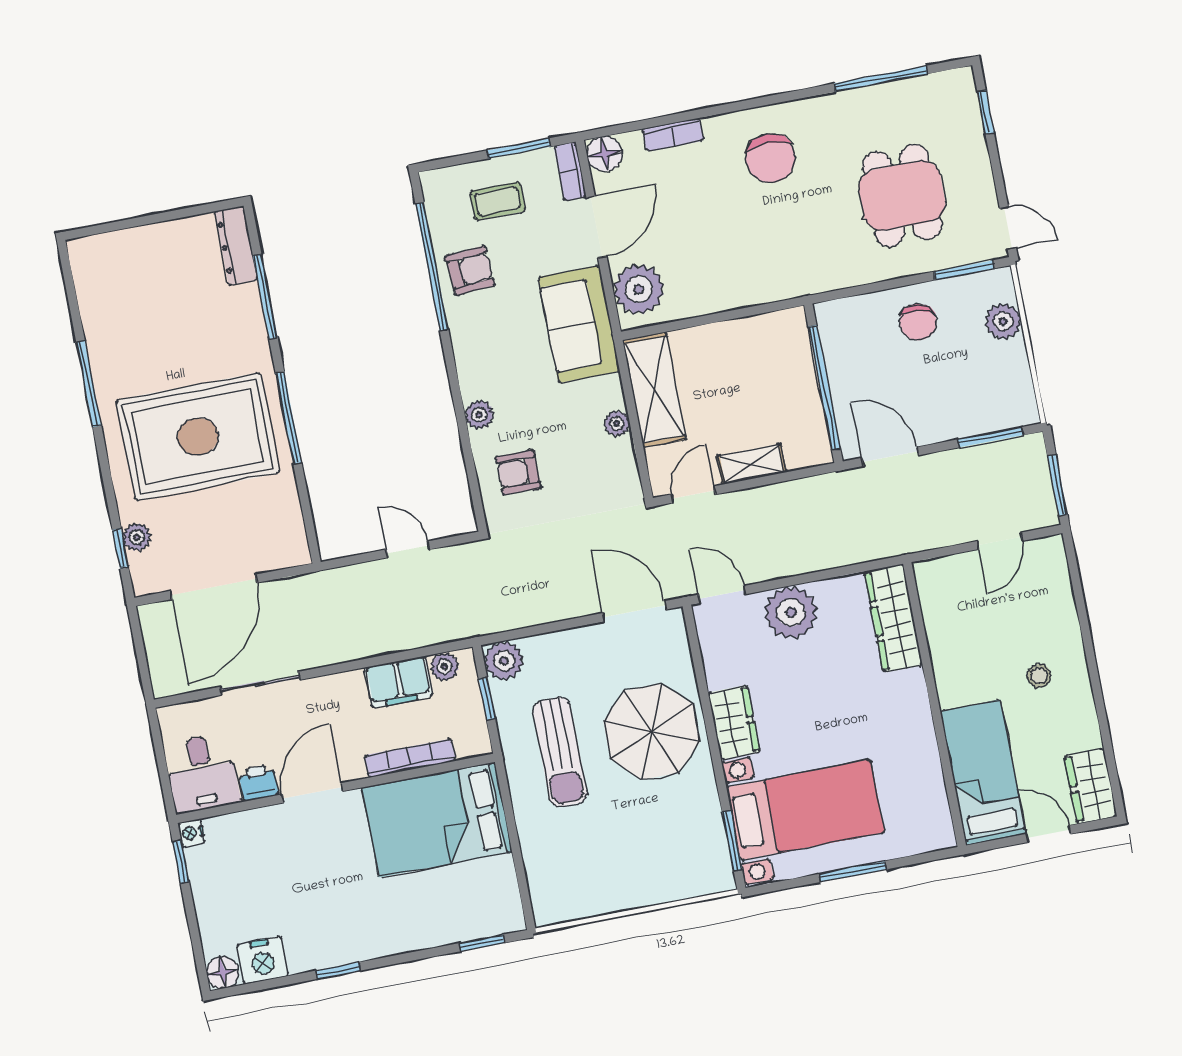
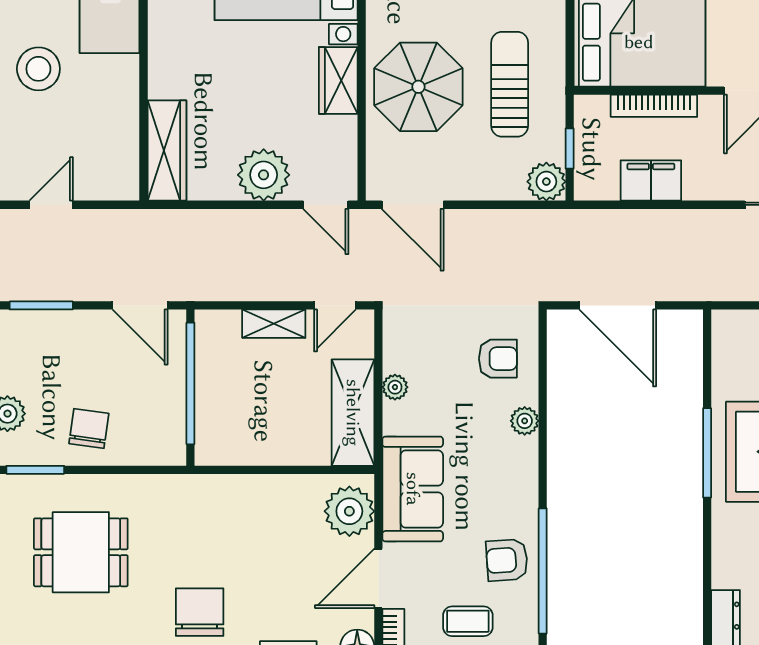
dining table: (902, 196) -> (81, 552), turned 90
window: (265, 297) -> (707, 573), removed
door: (408, 549) -> (618, 305), width x1.88
plant: (445, 667) -> (604, 187), removed
stool: (1039, 676) -> (38, 69), width x1.89, depth x1.89

